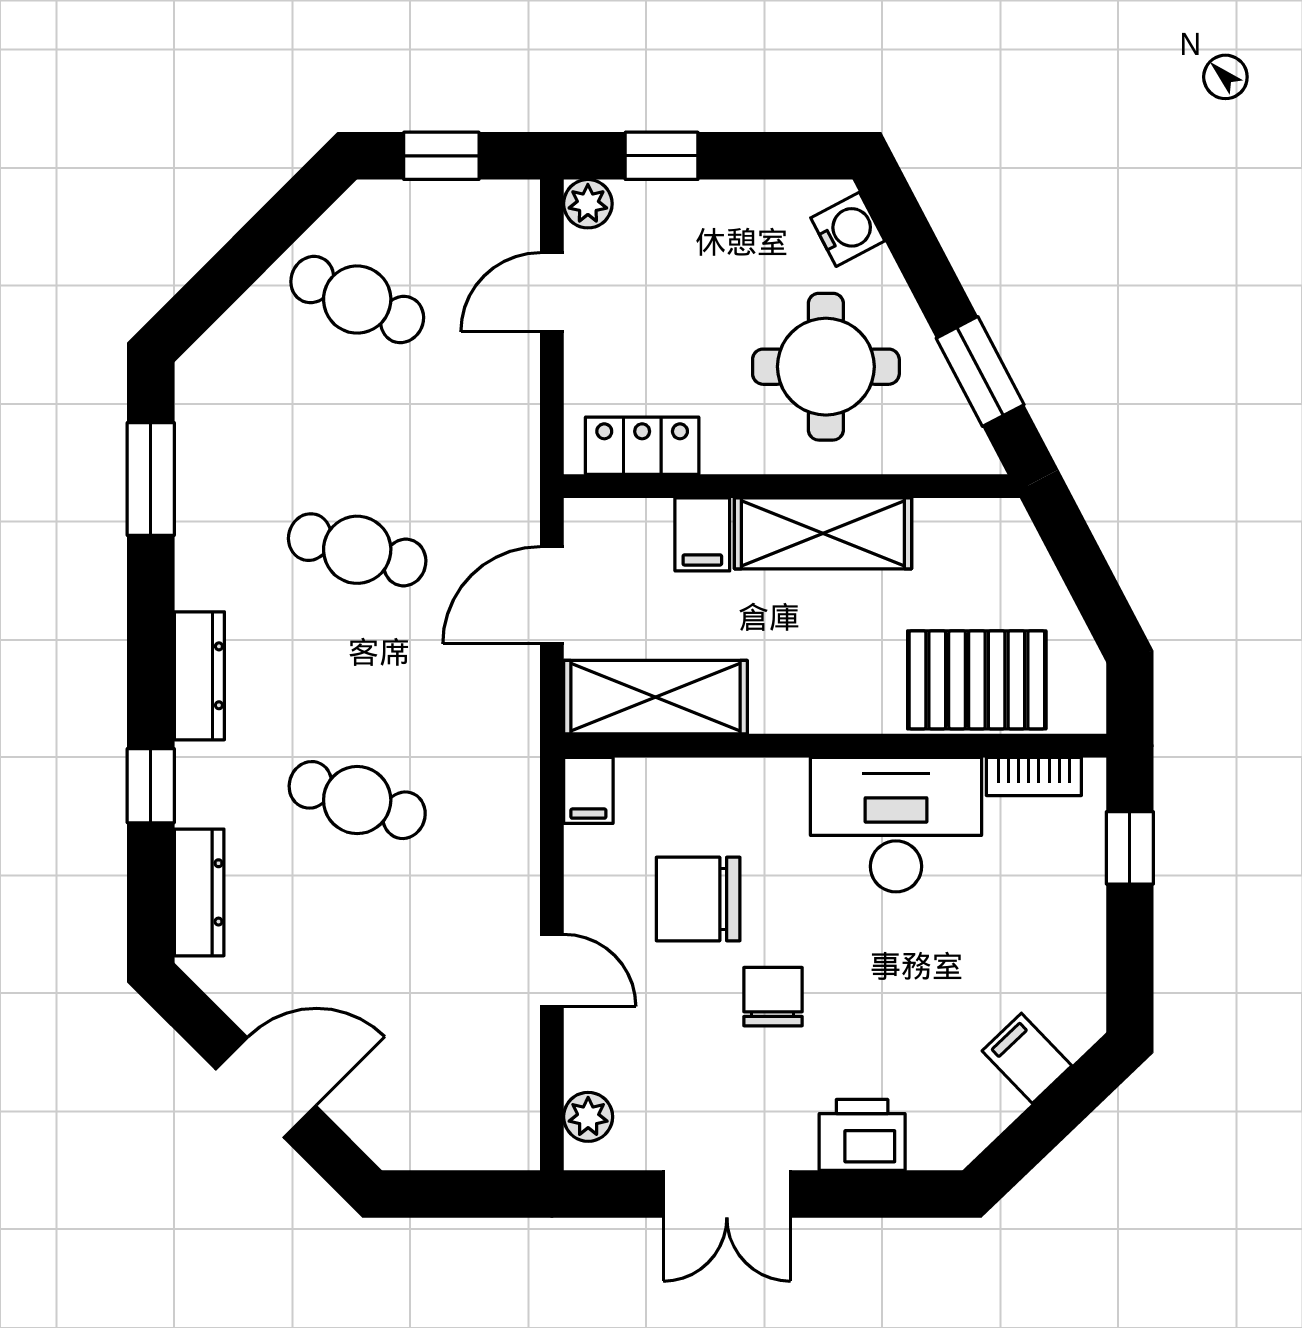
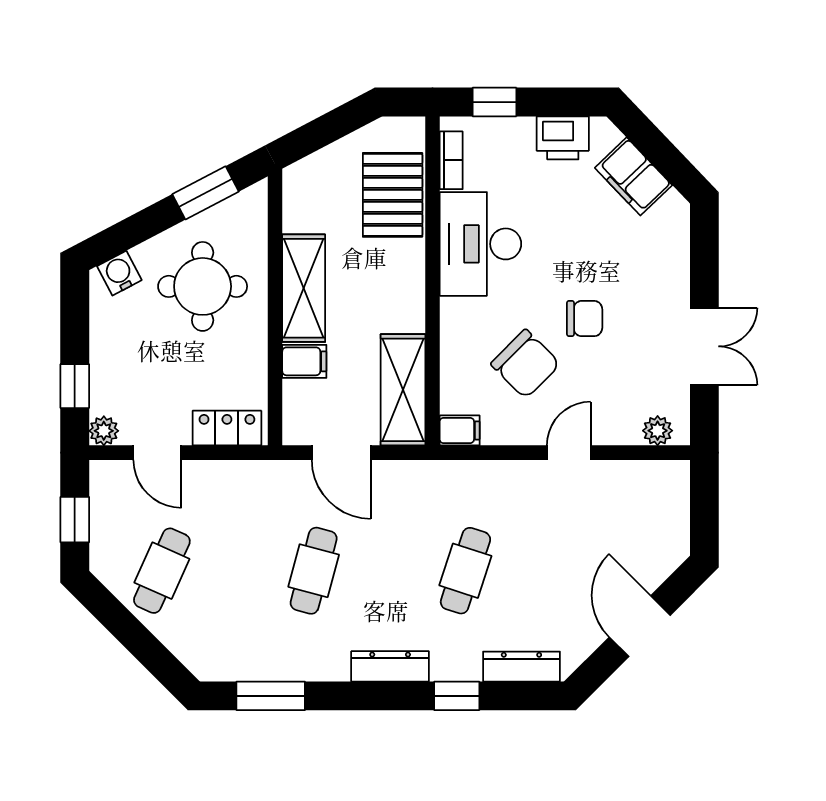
locker: (642, 446) -> (227, 428), moved, turned 90
chair: (698, 899) -> (525, 364), turned -45
chair: (773, 997) -> (585, 319), turned 180
filing cabinet: (1027, 1058) -> (634, 176), width x2.00
printer: (862, 1135) -> (563, 138), moved, turned -90

